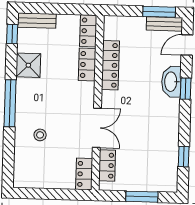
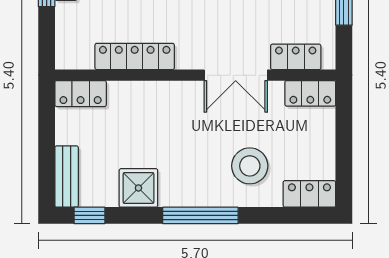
locker: (87, 65) -> (309, 194), moved, turned 180
double door: (97, 128) -> (236, 75), swing flipped
stool: (40, 135) -> (250, 166), width x1.89, depth x1.89

